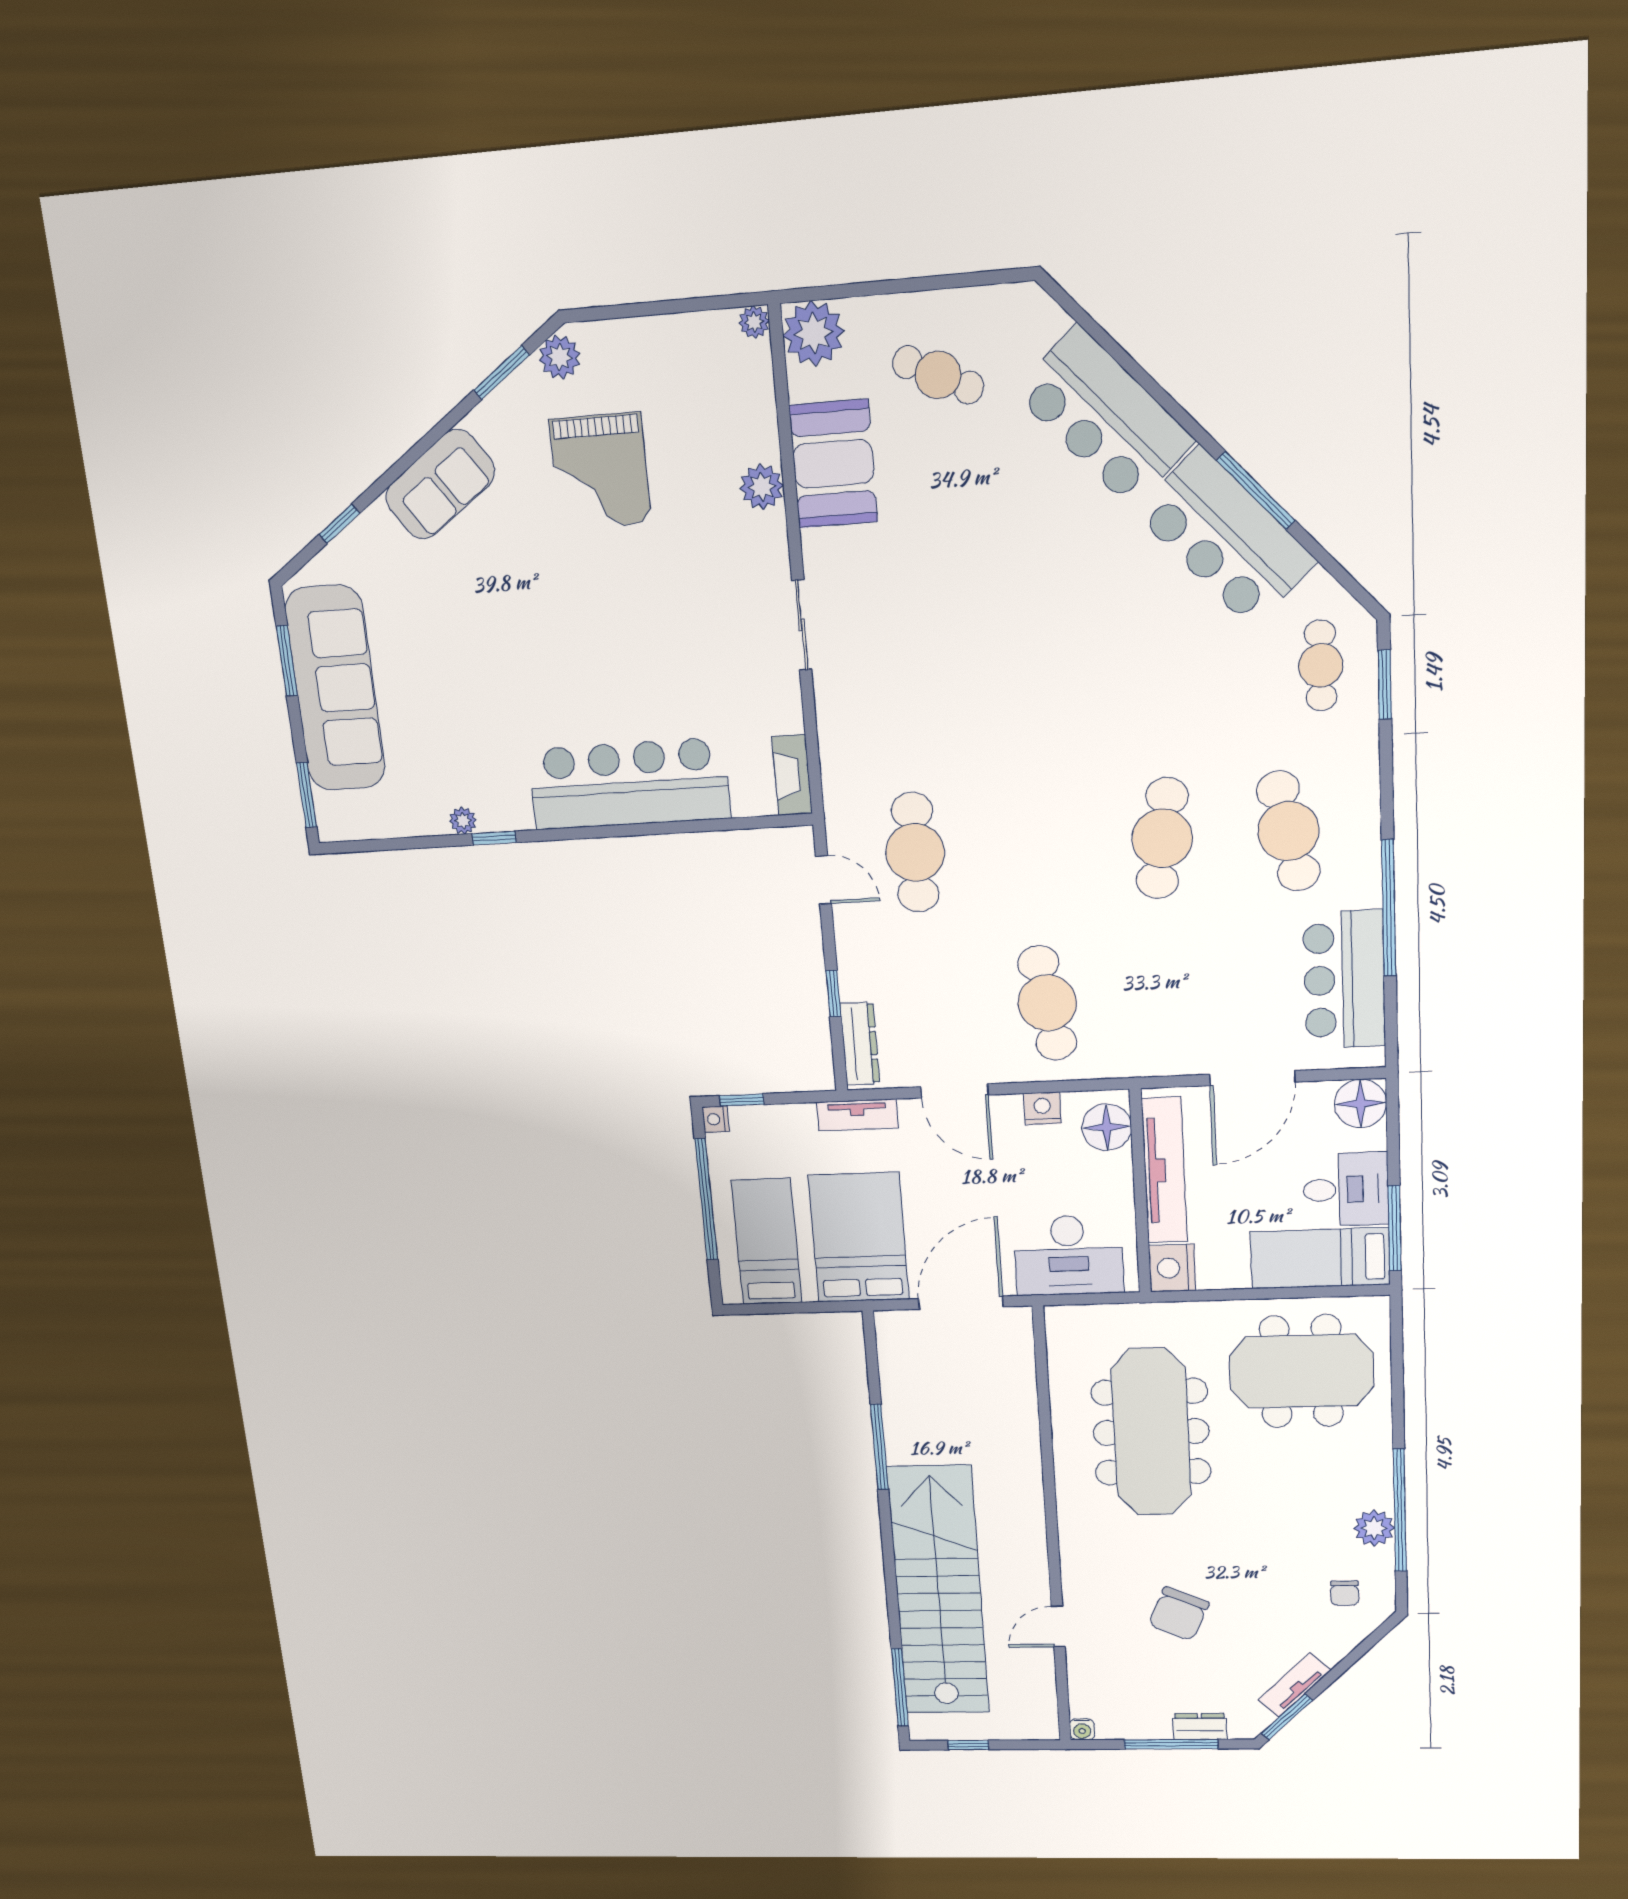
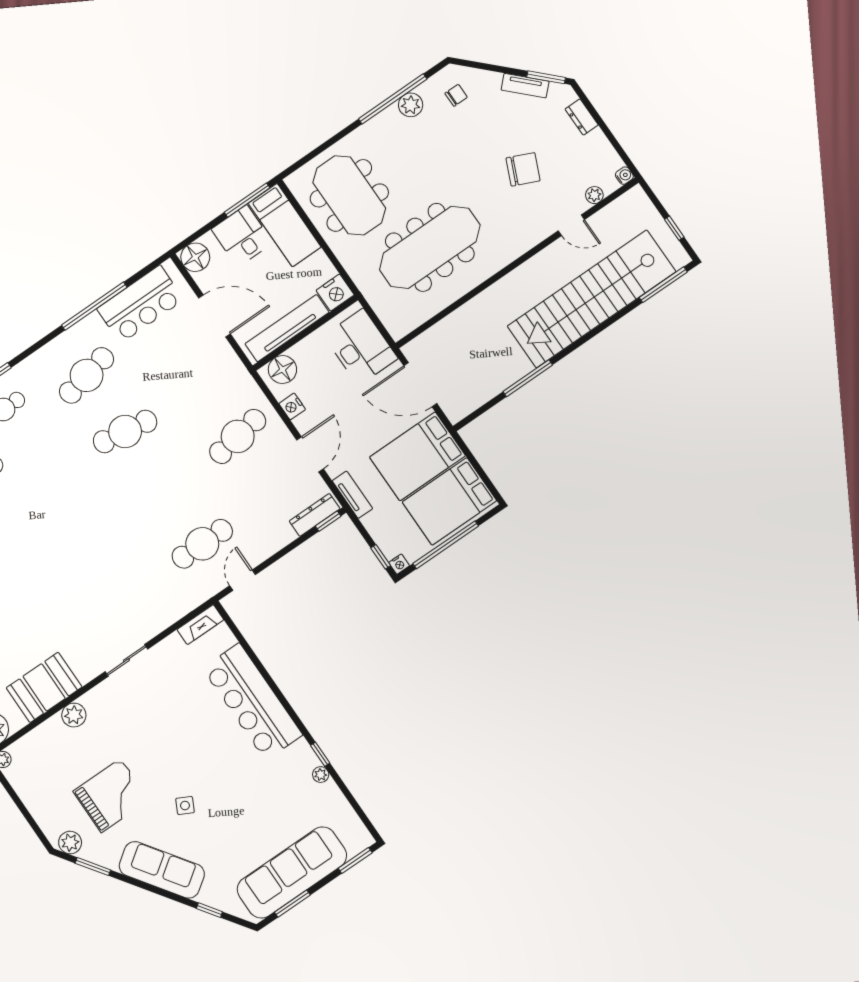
sofa: (440, 484) -> (162, 870), width x1.36
side table: (523, 583) -> (185, 806), added
window: (833, 994) -> (328, 521), moved
bed: (767, 1242) -> (449, 501), width x1.50
plant: (1081, 1679) -> (594, 195), added
window: (1171, 1744) -> (602, 125), removed

